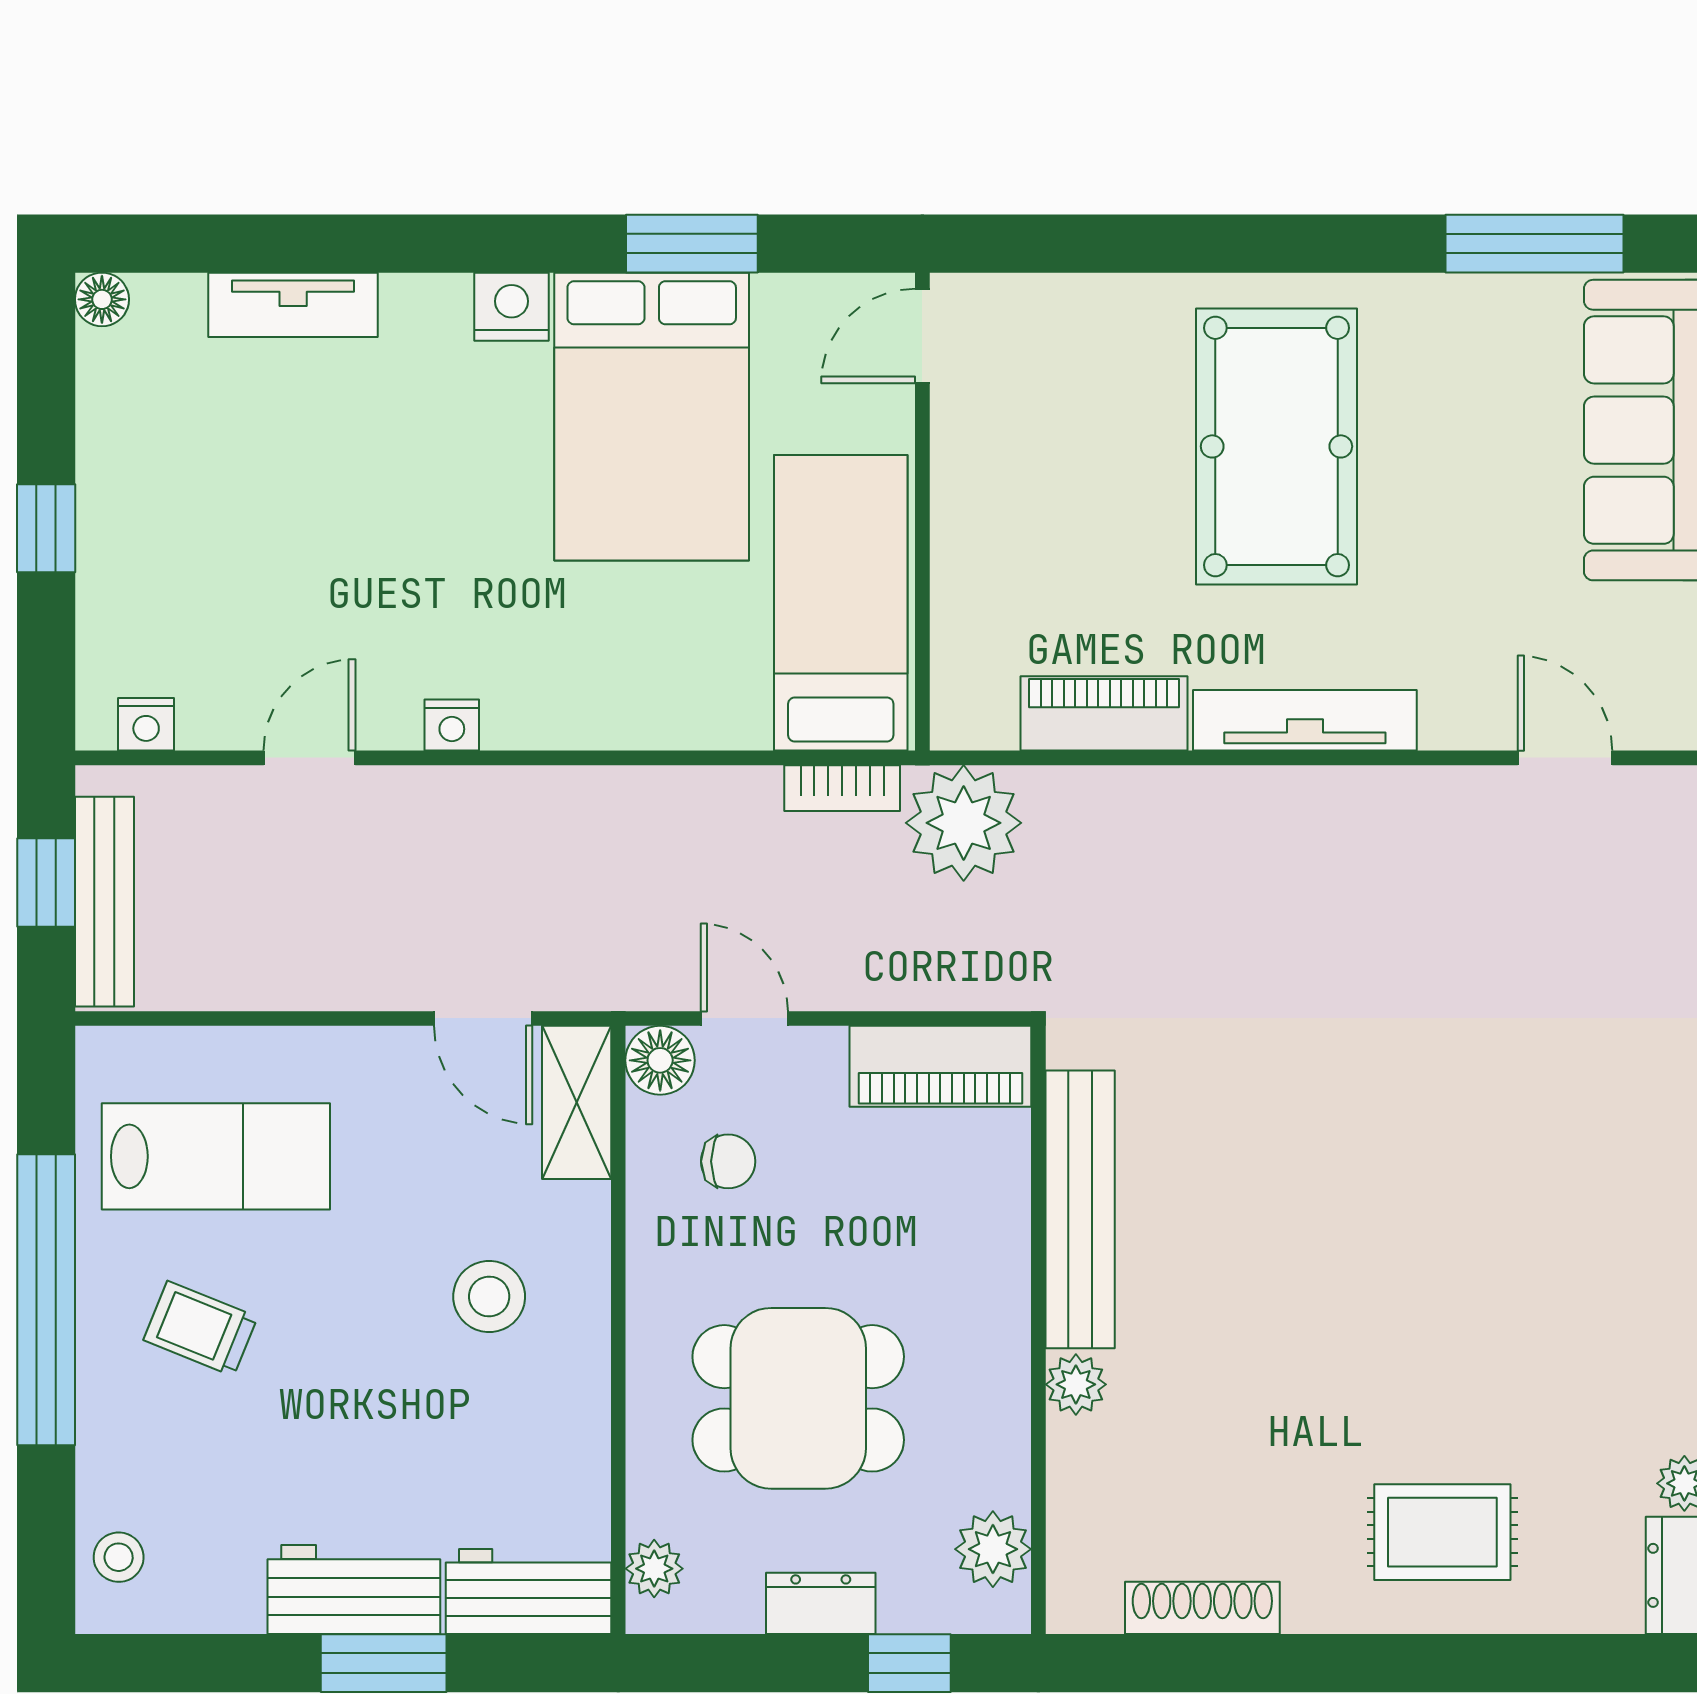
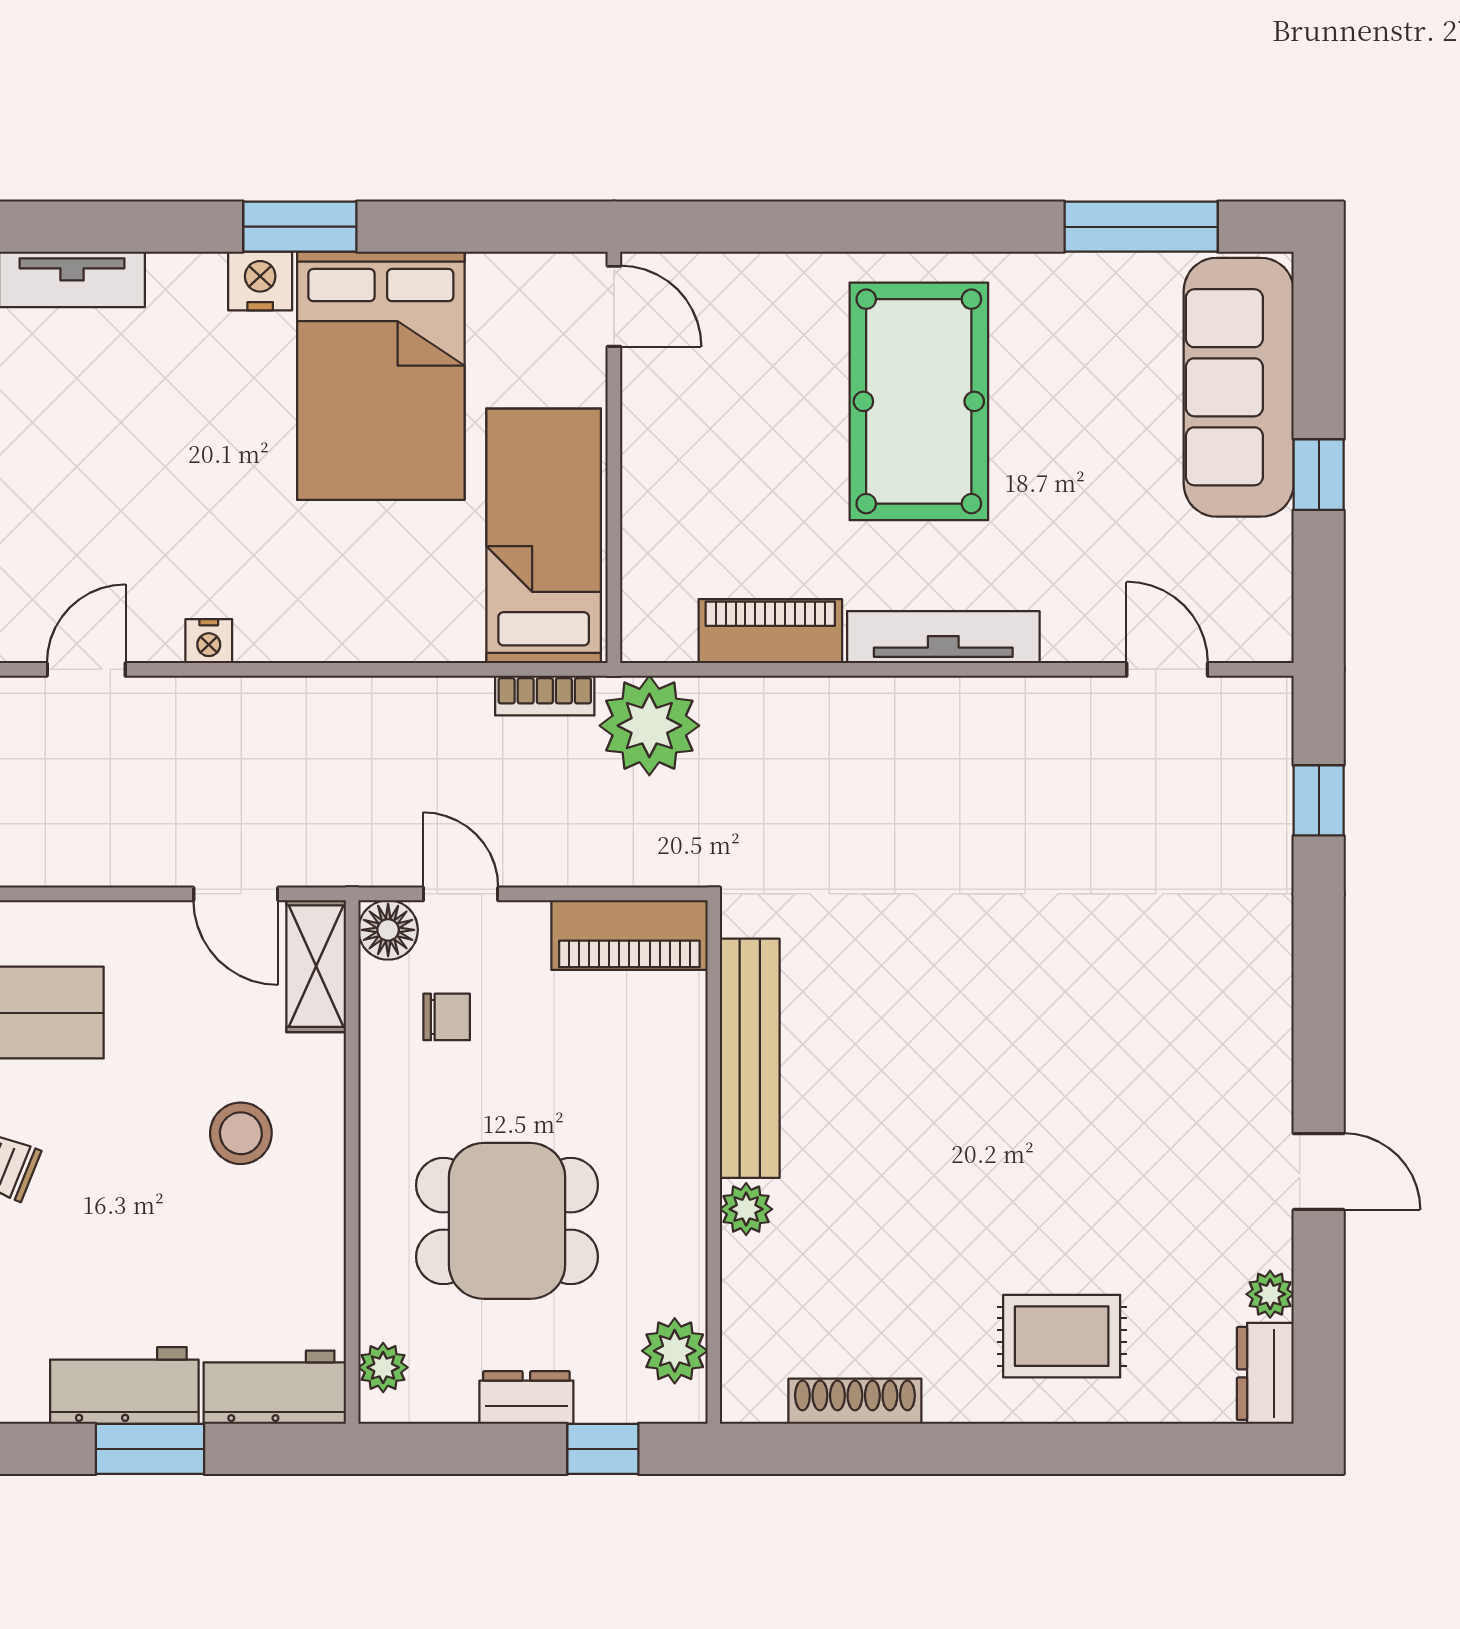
window: (692, 244) -> (300, 227), moved
door: (922, 336) -> (614, 306), swing flipped

